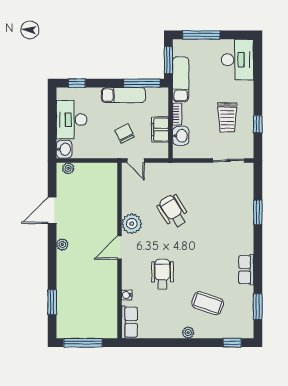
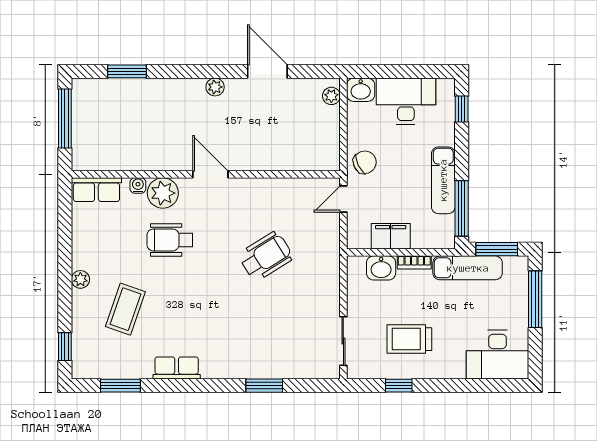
chair: (125, 133) -> (365, 162), moved
plant: (132, 224) -> (163, 193), moved
wheelchair: (162, 274) -> (170, 240), turned 180

